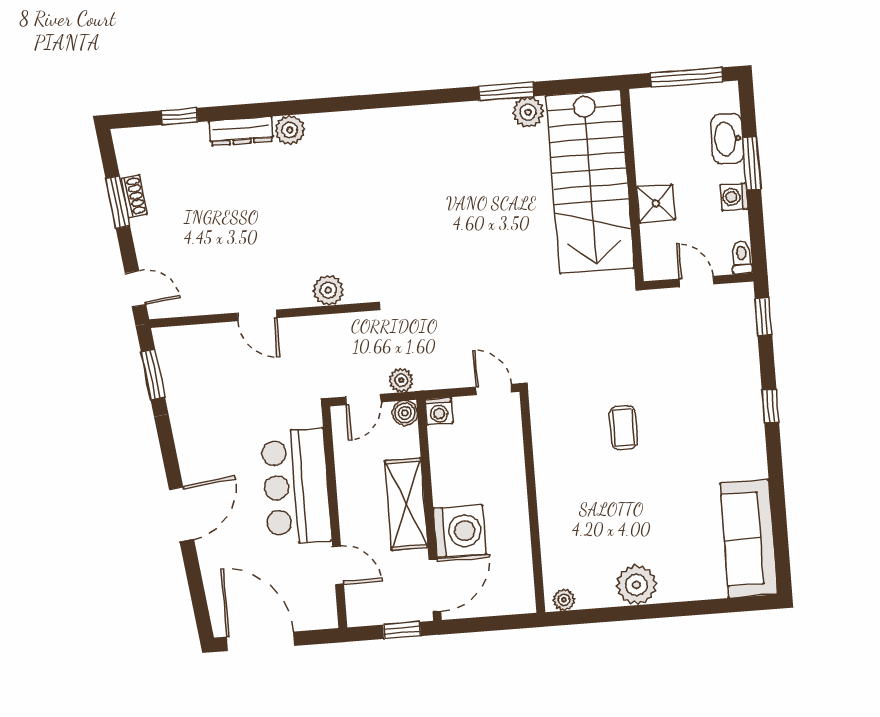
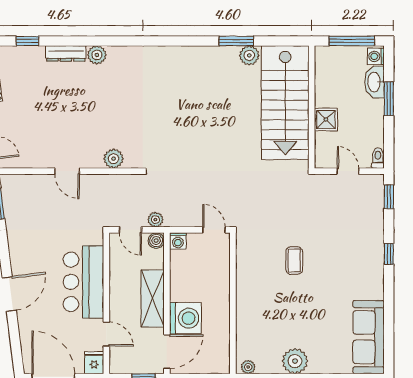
washing machine: (734, 197) -> (376, 56), moved
door: (363, 400) -> (130, 230), hinge flipped
fridge: (322, 612) -> (94, 363), added

